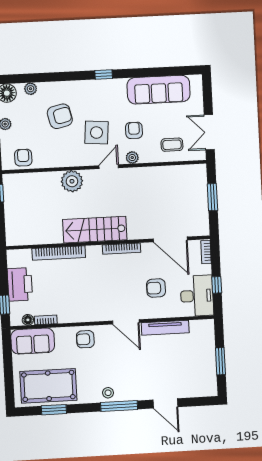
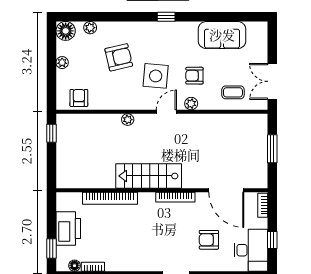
sofa: (159, 90) -> (222, 35), width x0.73
armchair: (134, 130) -> (194, 76), turned -90
plant: (72, 181) -> (128, 120), width x0.53, depth x0.53

